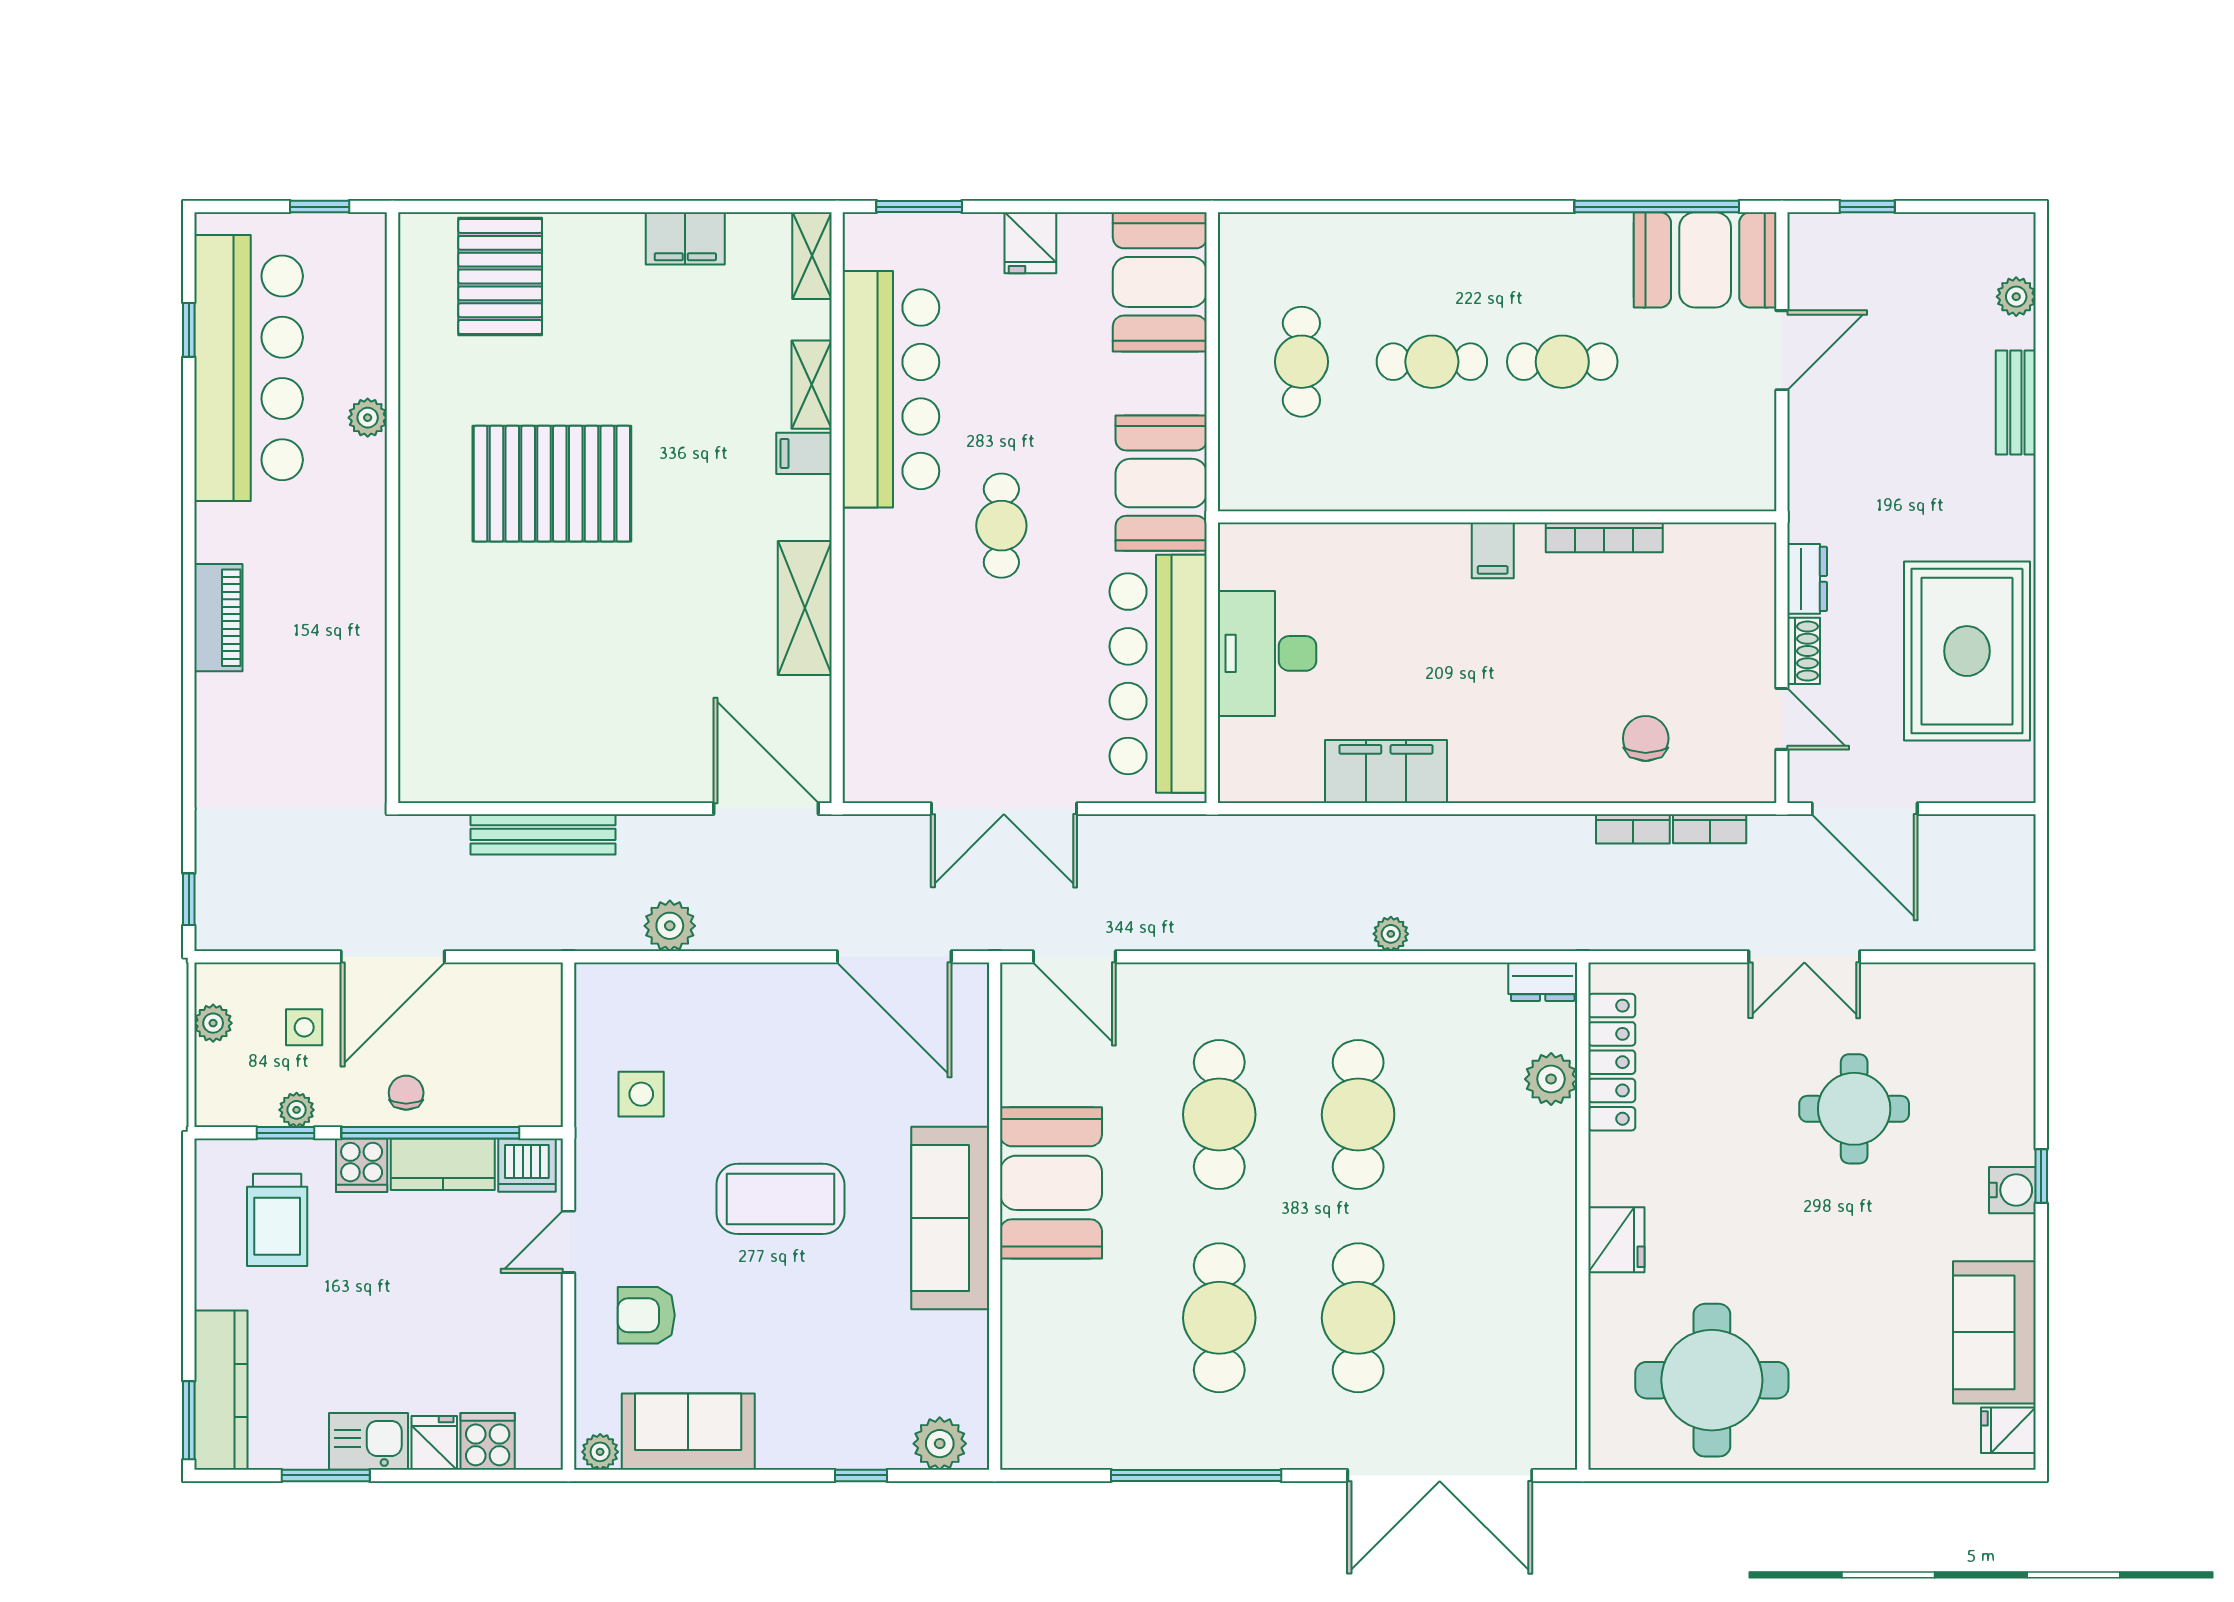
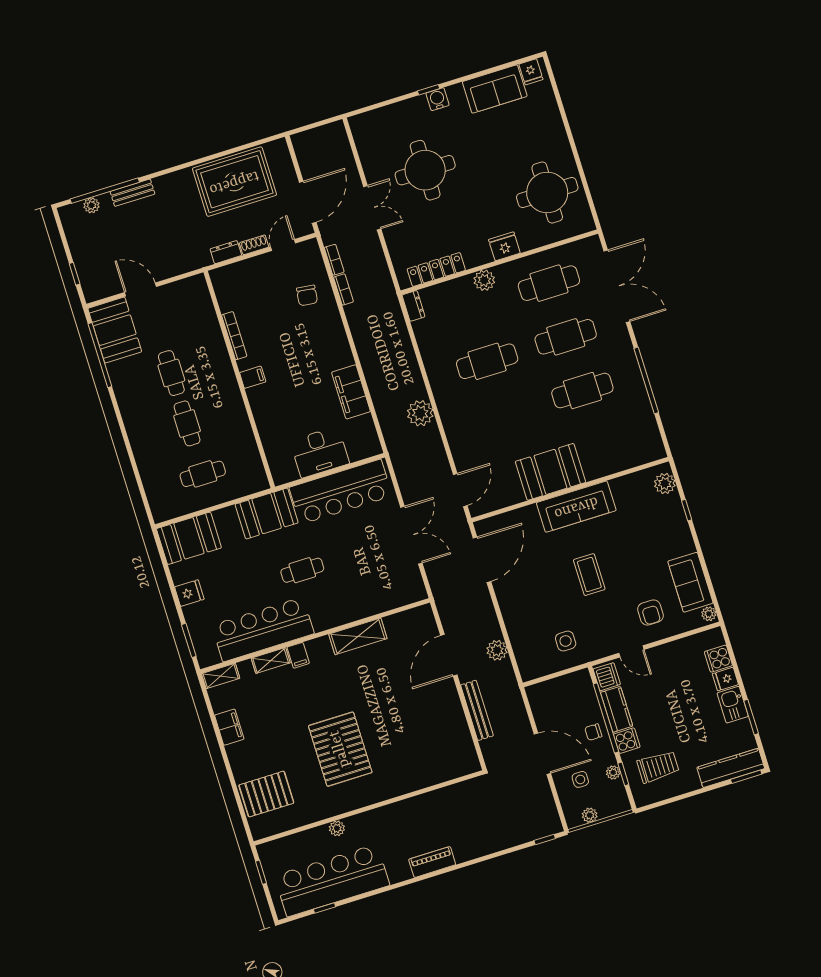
window: (2041, 339) -> (105, 191), added
chair: (1646, 738) -> (307, 295), turned -83
door: (766, 809) -> (449, 655), moved
plant: (1391, 934) -> (420, 413), moved, width x1.87, depth x1.87
plant: (1551, 1079) -> (484, 280), moved
round table: (1854, 1109) -> (425, 170), width x1.36, depth x1.36
cafe table: (1219, 1115) -> (549, 283), moved
coffee table: (780, 1199) -> (589, 575), width x0.73, depth x0.76

